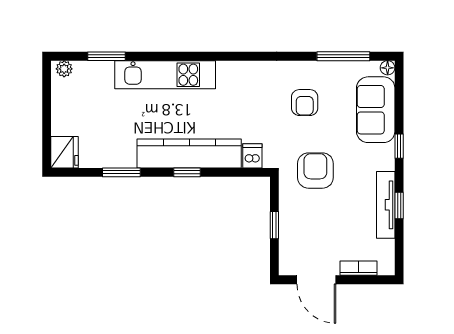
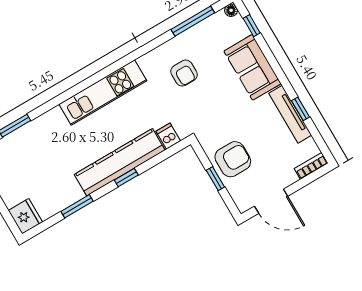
kitchen unit: (165, 75) -> (103, 92), moved
sofa: (376, 110) -> (253, 67), moved
window: (399, 146) -> (252, 26), moved
armchair: (315, 171) -> (233, 159), moved, turned 90
bookcase: (358, 268) -> (311, 166), moved

